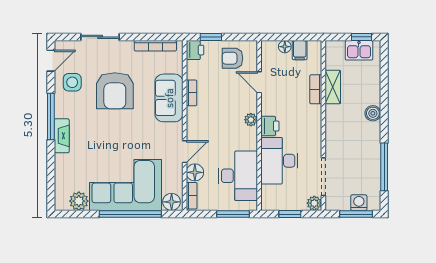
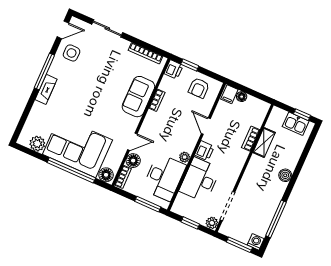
filing cabinet: (300, 50) -> (229, 94), moved
armchair: (232, 58) -> (199, 88), turned -90
door: (259, 82) -> (206, 126), moved
armchair: (115, 91) -> (101, 73), removed
plant: (251, 120) -> (185, 157), moved
washing machine: (359, 203) -> (256, 242), moved

